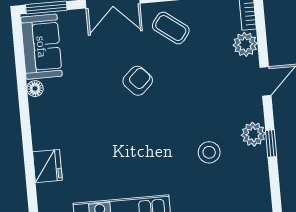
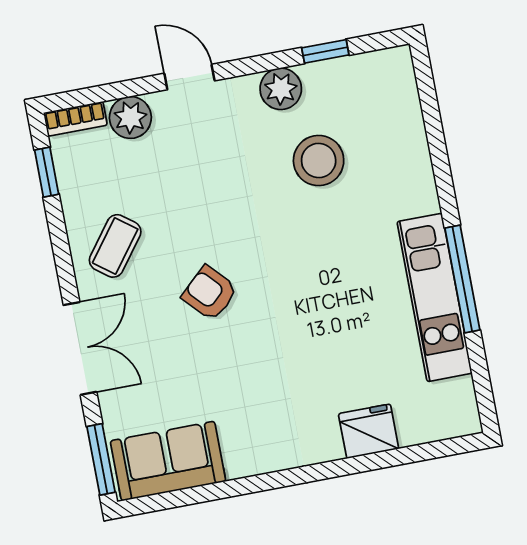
floor lamp: (35, 89) -> (240, 465), removed
window: (271, 143) -> (325, 51), moved
stool: (209, 152) -> (319, 161), width x1.38, depth x1.38

